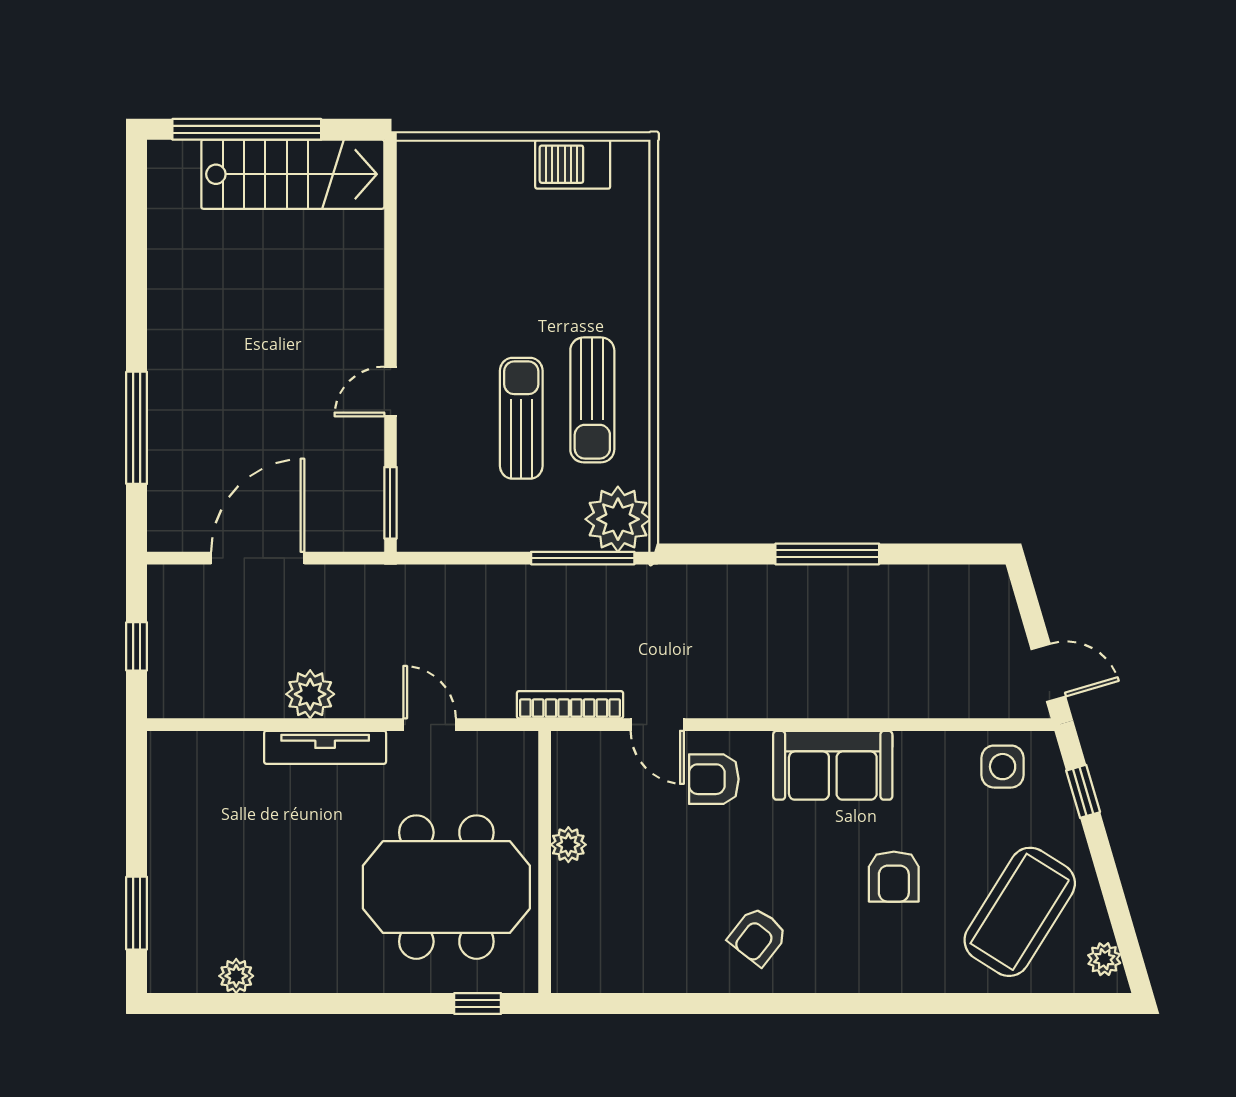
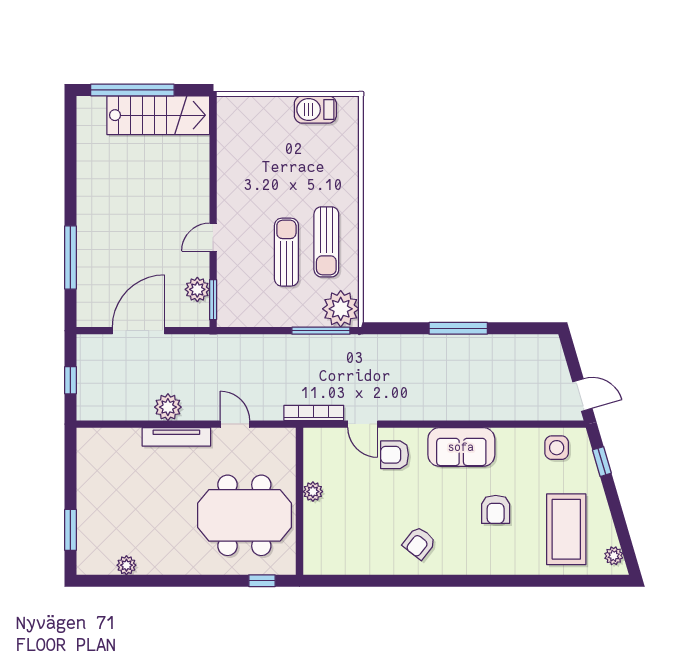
plant: (362, 485) -> (197, 289), added
coffee table: (1020, 912) -> (566, 529), turned -32

